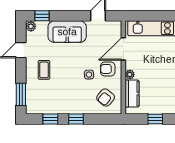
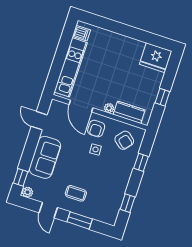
window: (21, 94) -> (80, 220), moved
window: (76, 119) -> (141, 162), moved

